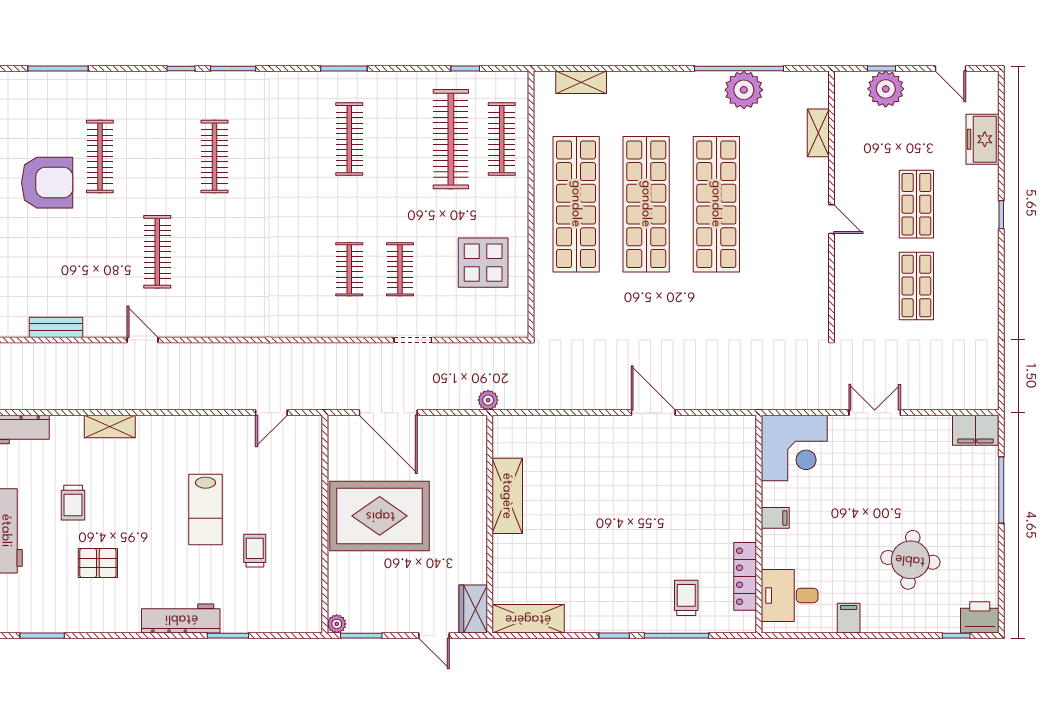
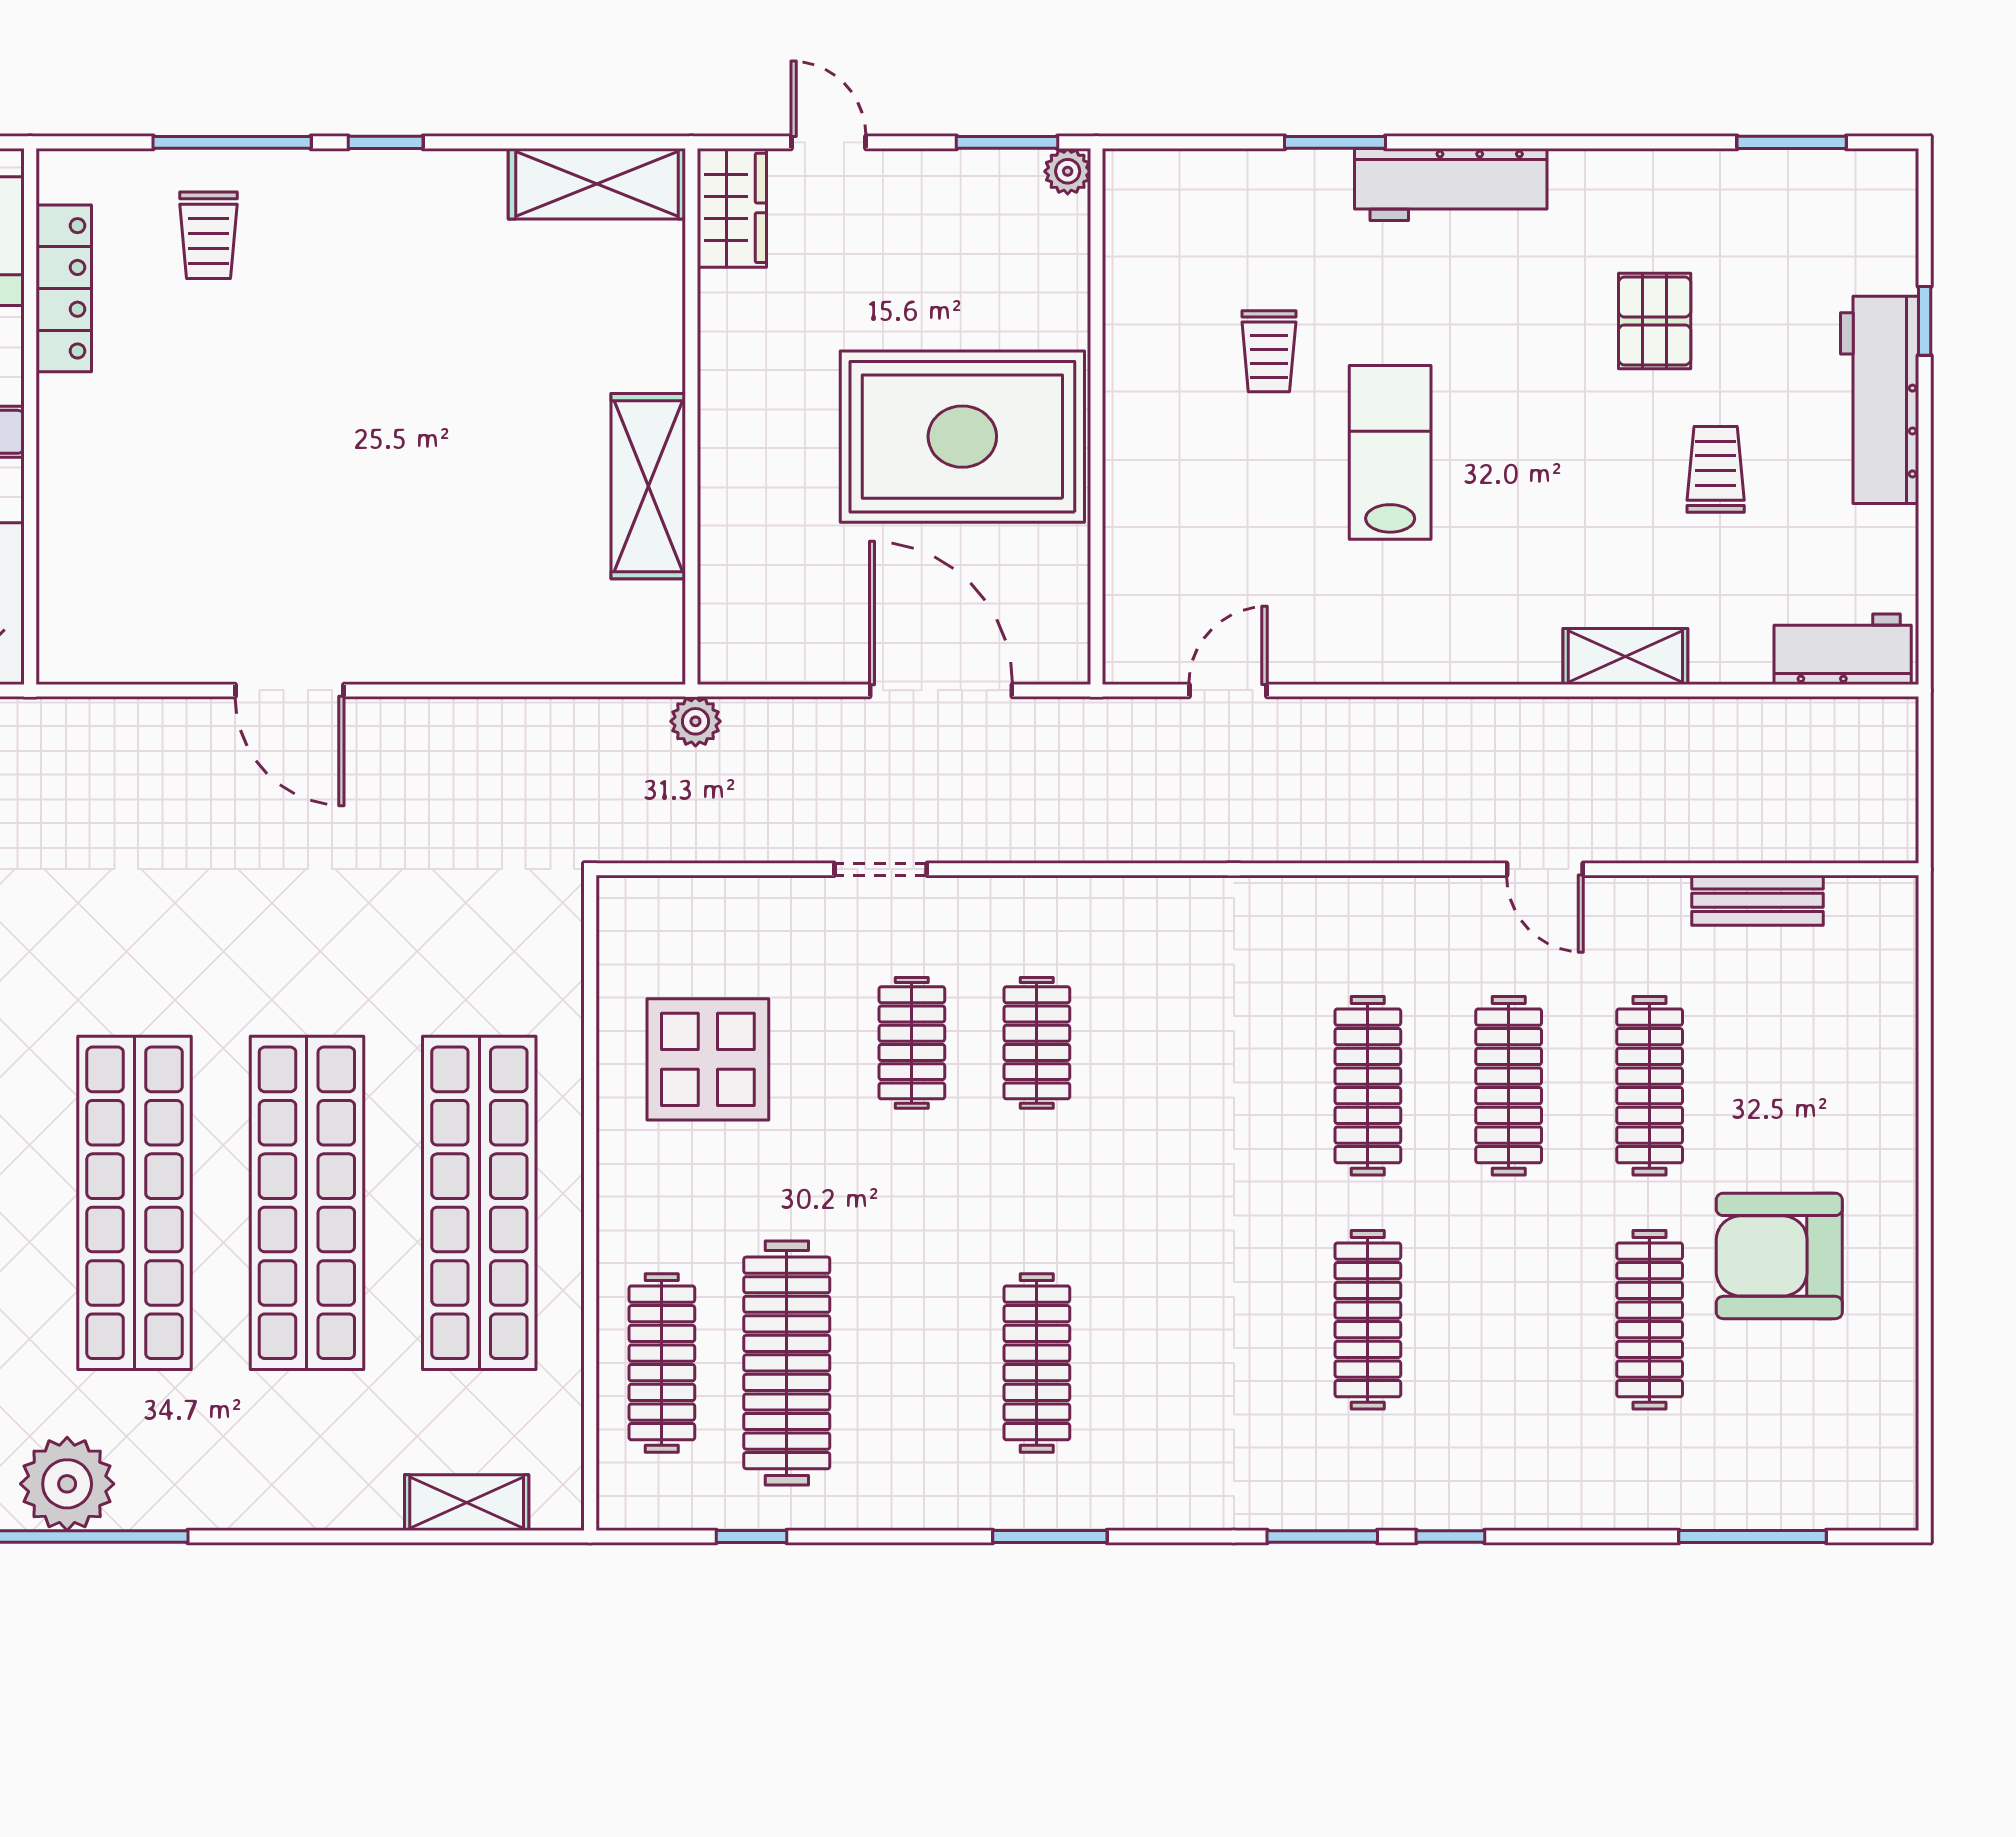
clothes rail: (100, 252) -> (1650, 1086), added
clothes rail: (215, 252) -> (1368, 1086), added
pallet: (98, 563) -> (1655, 321), turned 90

